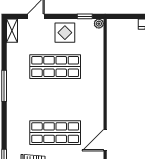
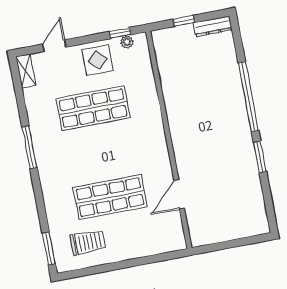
window: (132, 16) -> (184, 21), added
plant: (99, 24) -> (127, 42), moved

